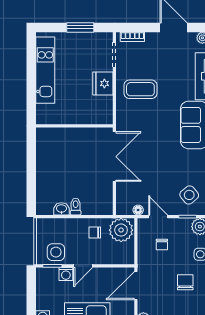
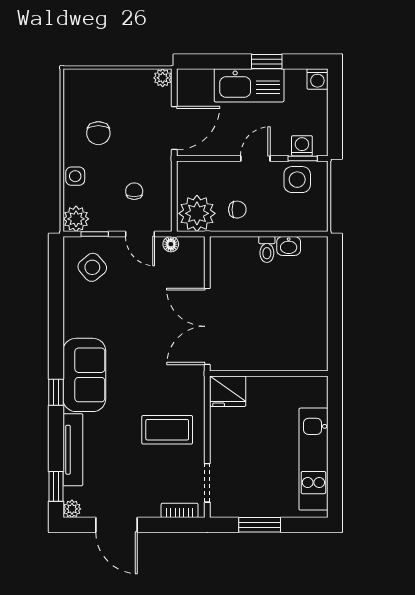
fridge: (103, 83) -> (228, 391), moved, turned 90
washing machine: (66, 274) -> (302, 146), moved

